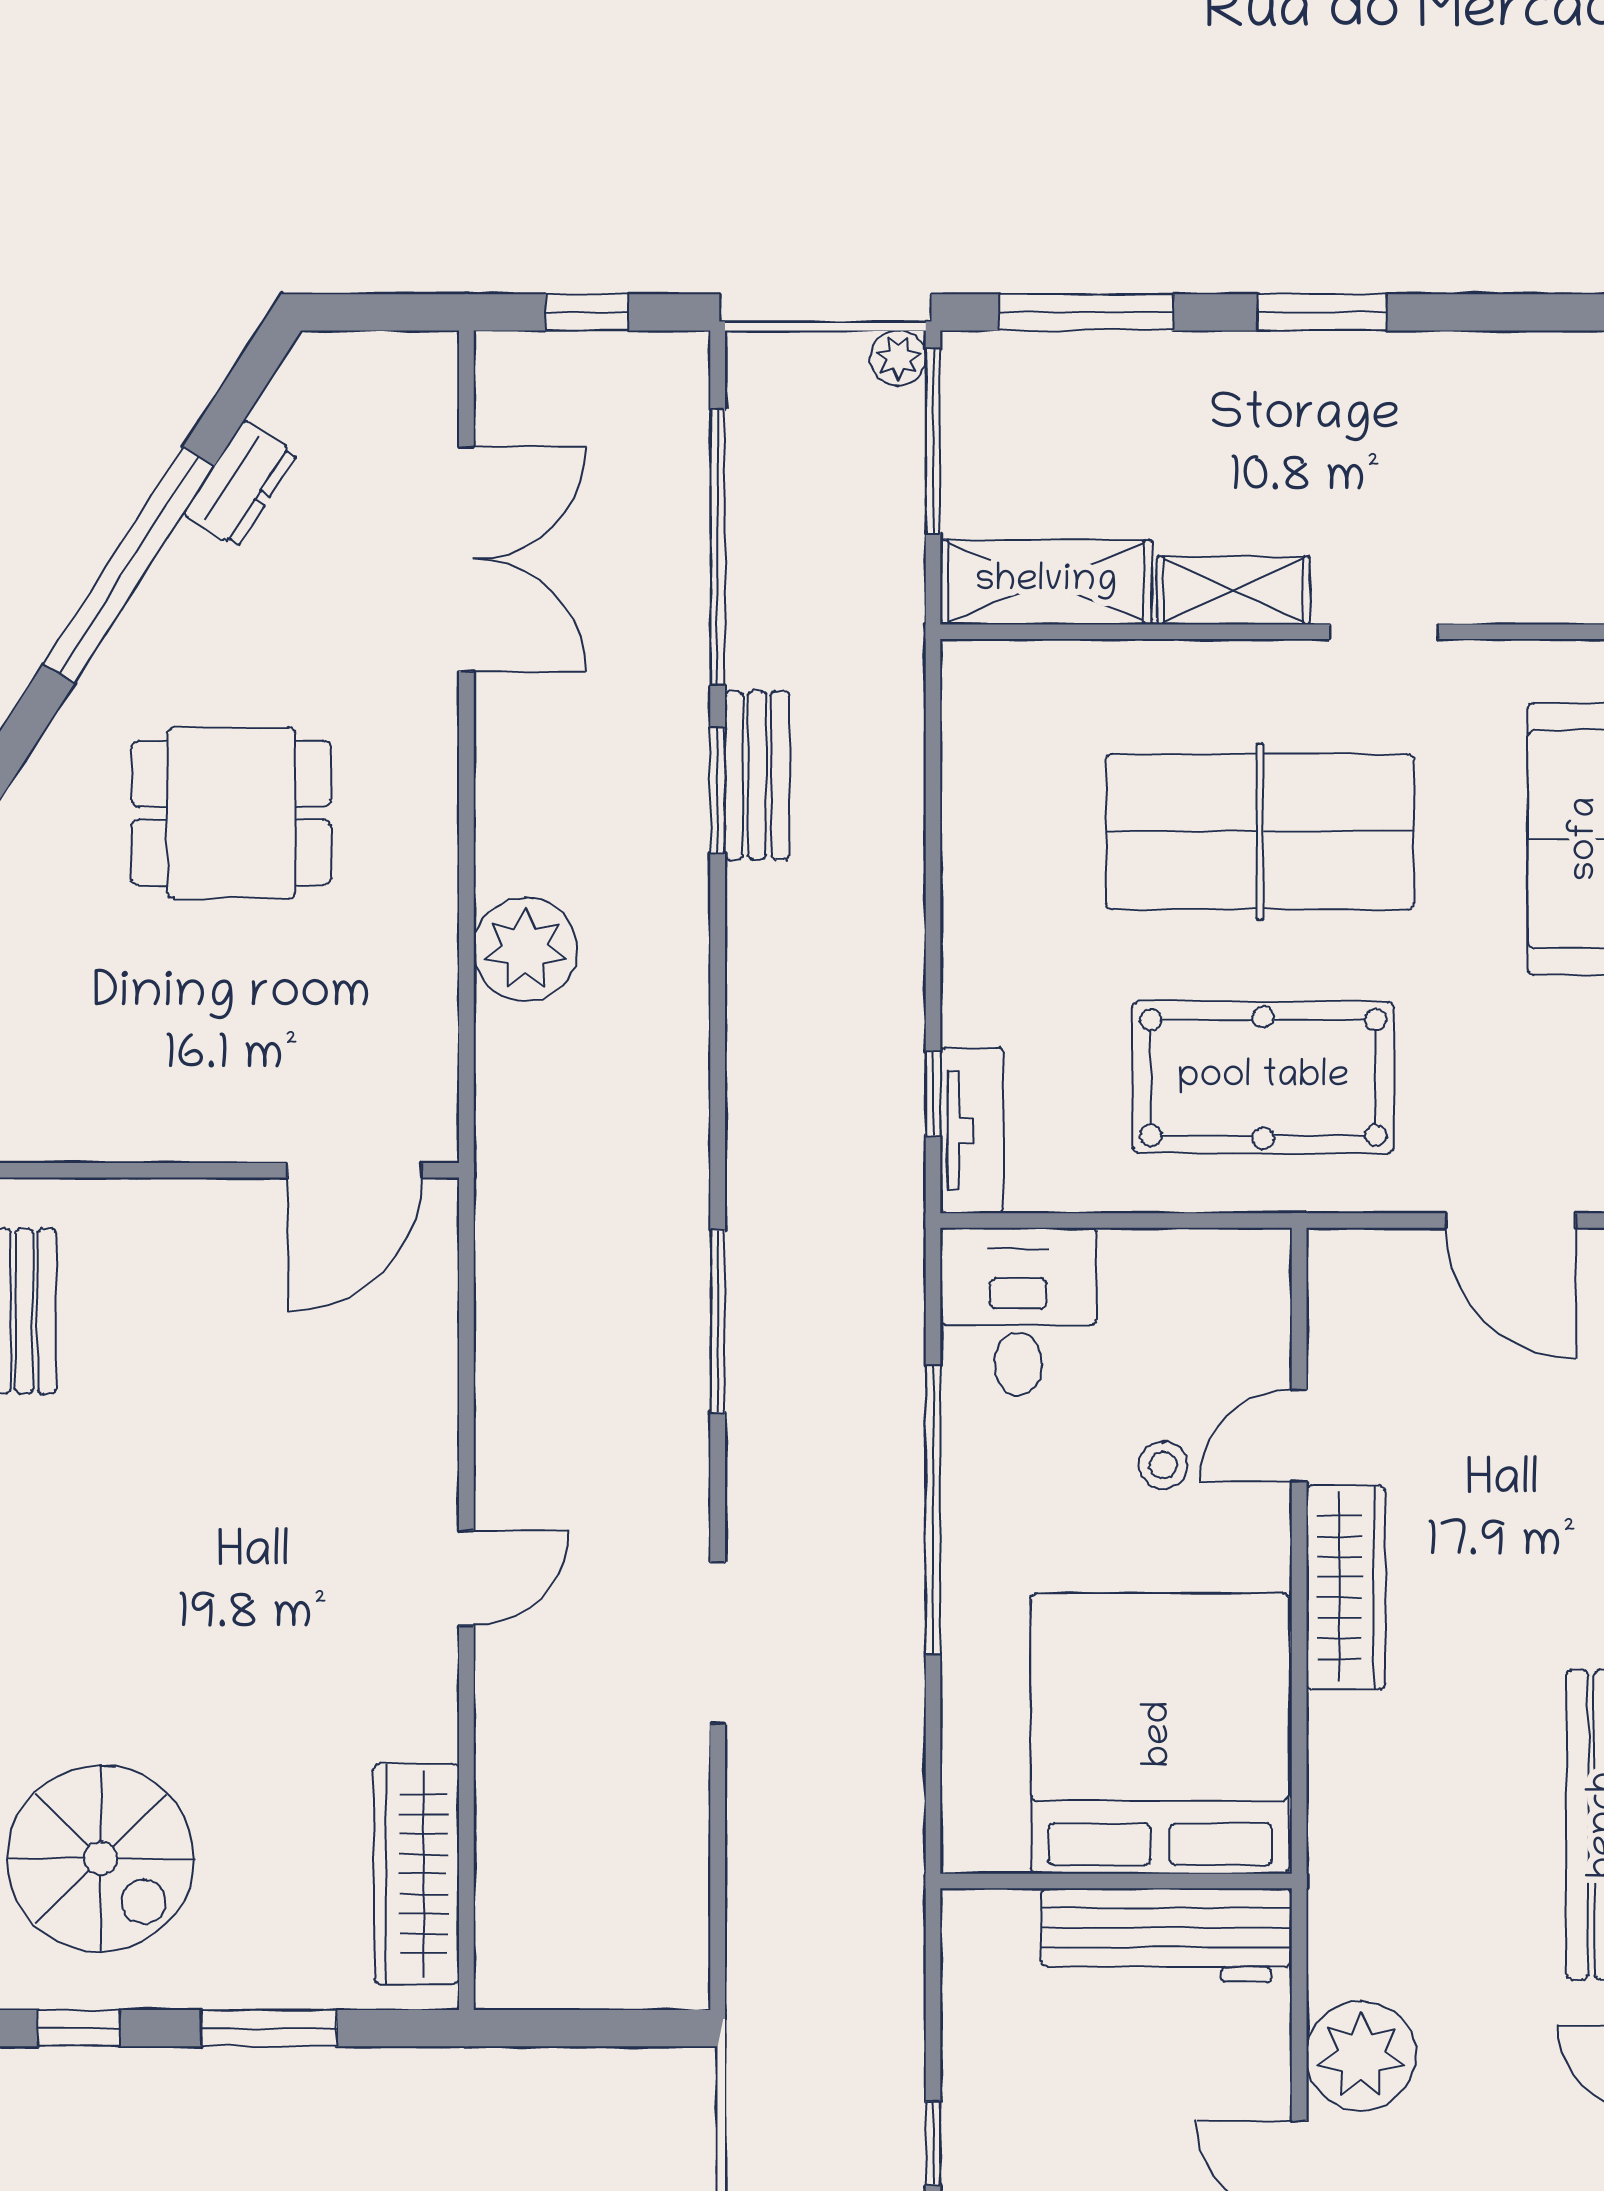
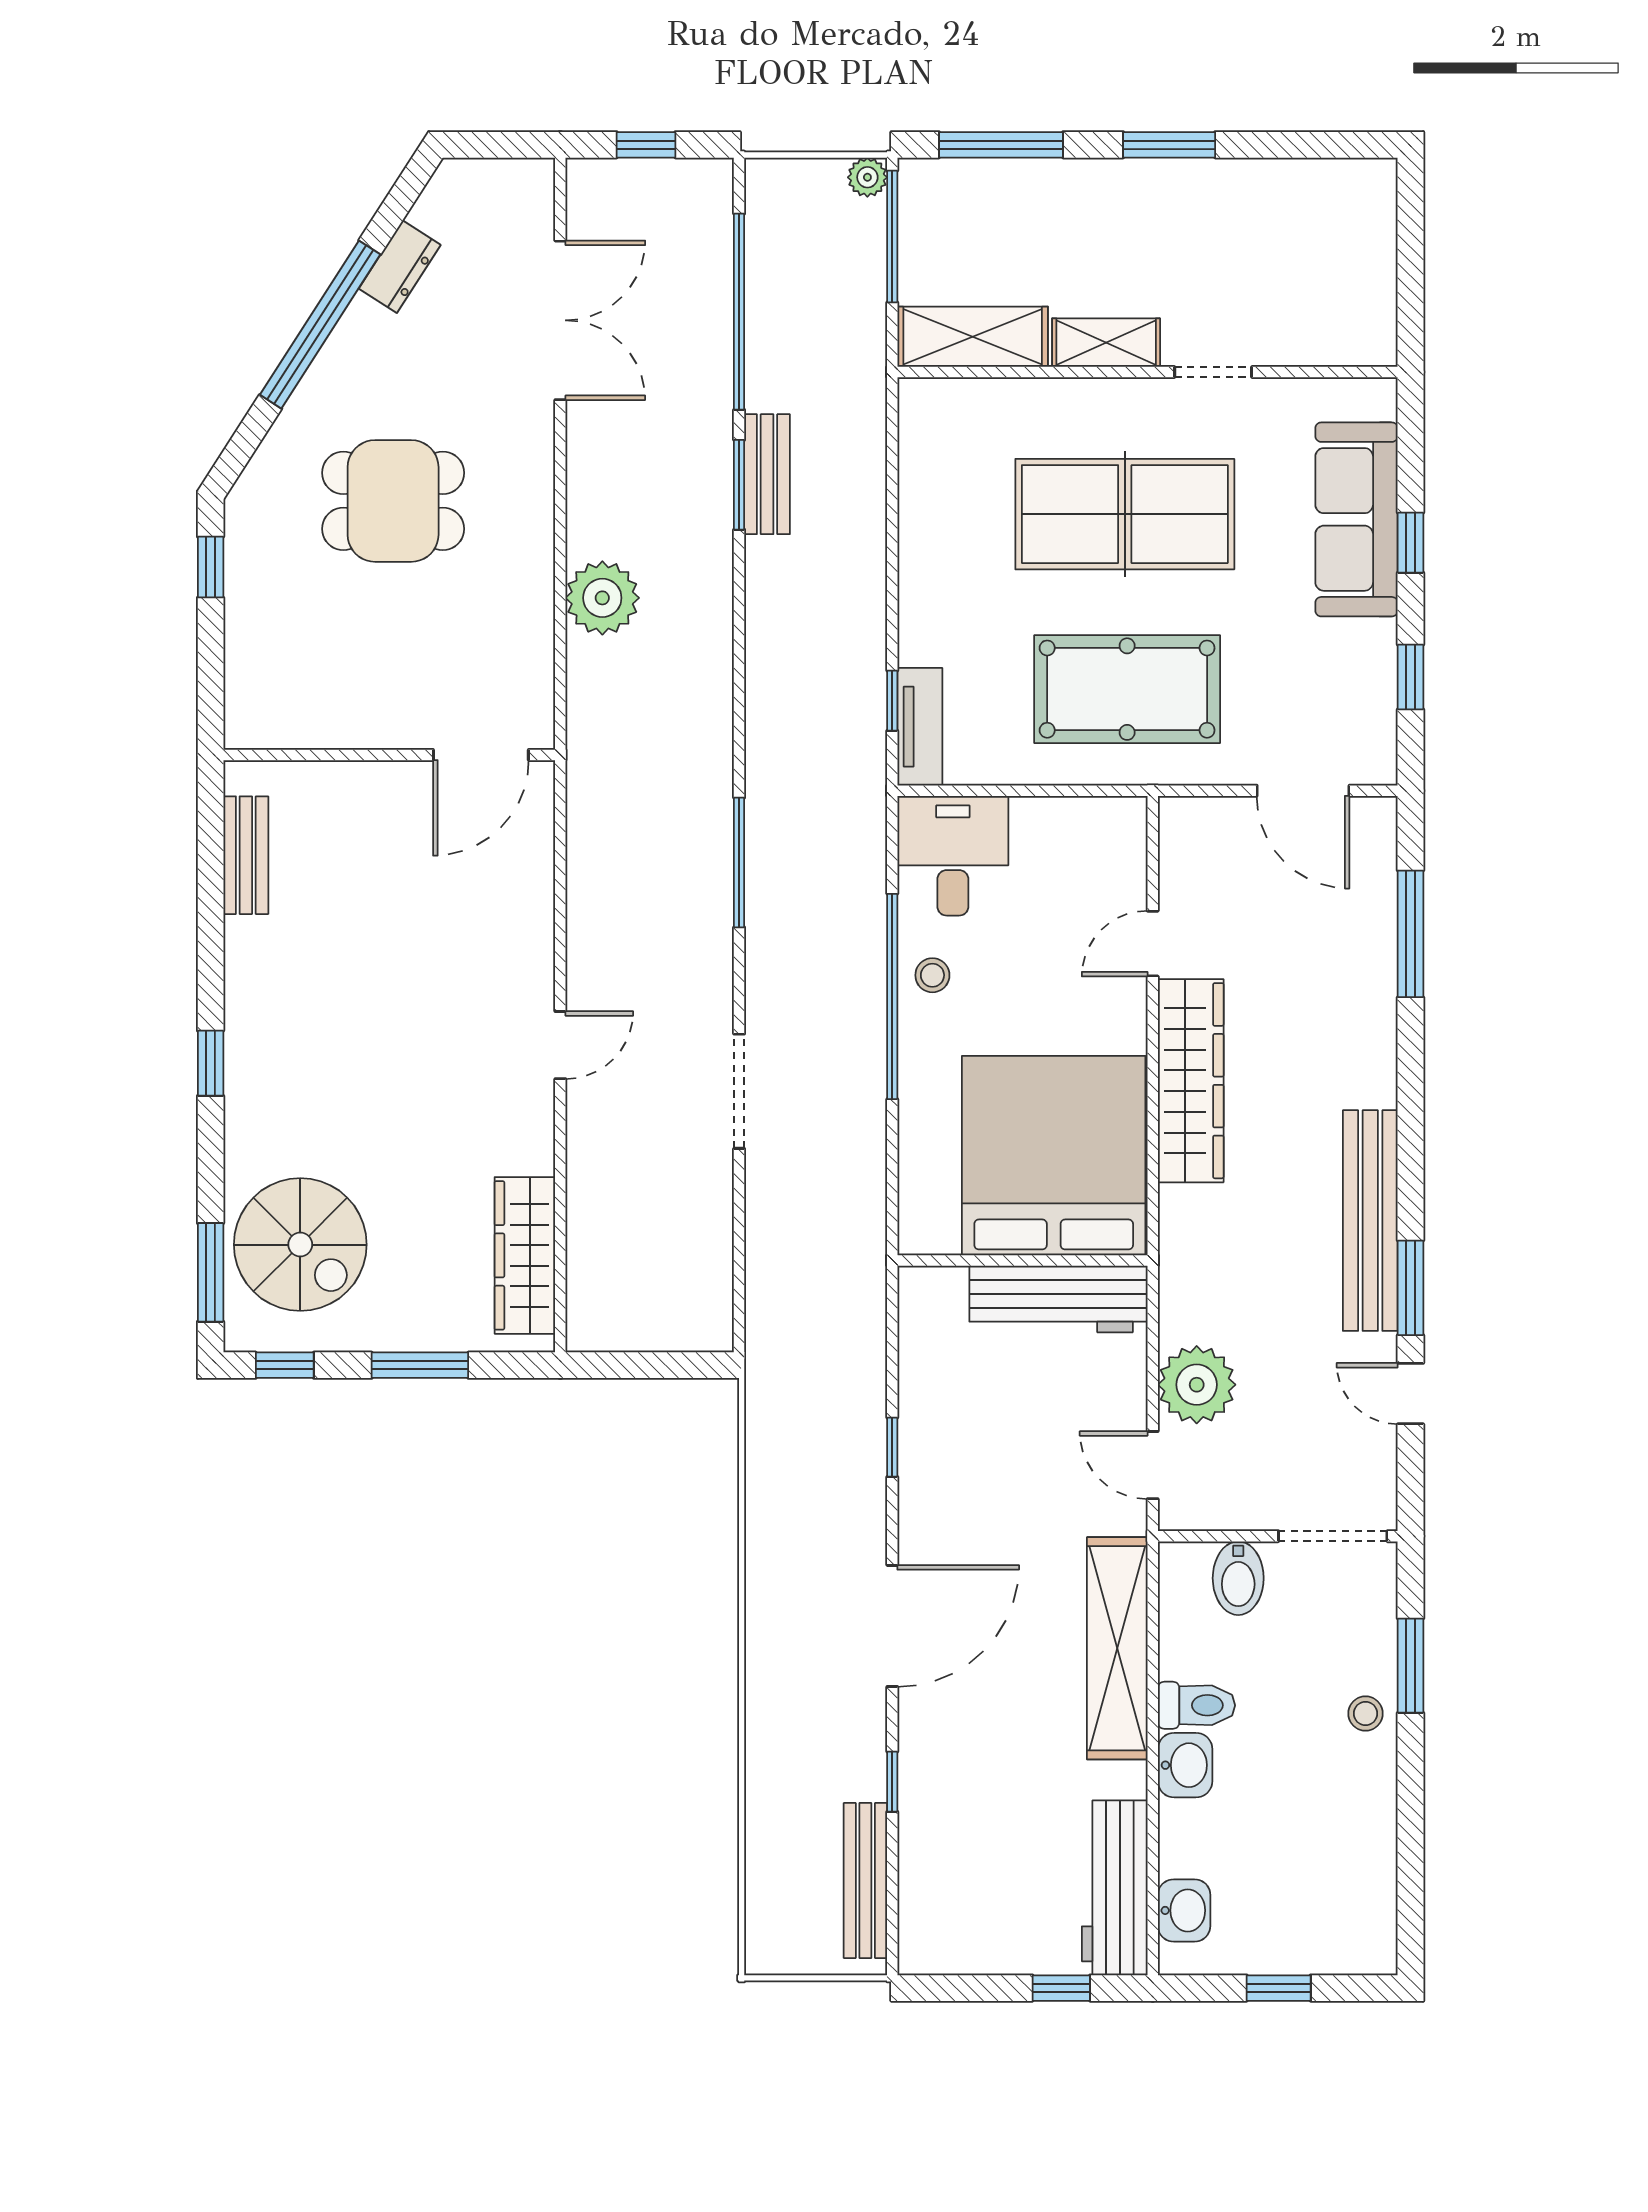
stool: (1163, 1465) -> (932, 975), moved
wardrobe: (1346, 1587) -> (1191, 1081), width x1.40, depth x1.17

